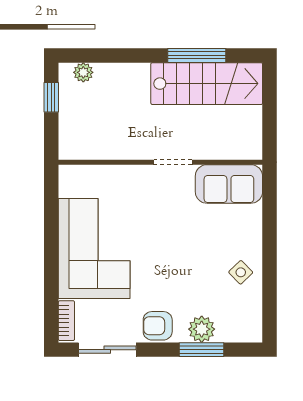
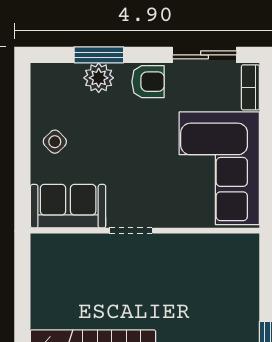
wall: (160, 162) -> (145, 231), moved
doorway: (173, 162) -> (131, 231), moved
sofa: (229, 184) -> (68, 206), moved

